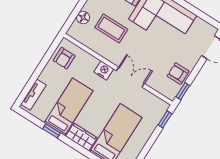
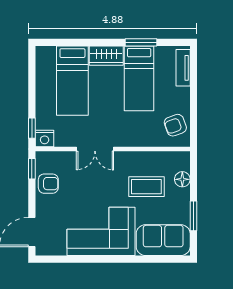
armchair: (64, 58) -> (175, 125), turned -110
nightstand: (104, 70) -> (45, 139), moved
window: (51, 131) -> (141, 42), width x1.50

